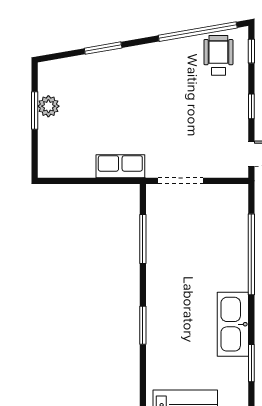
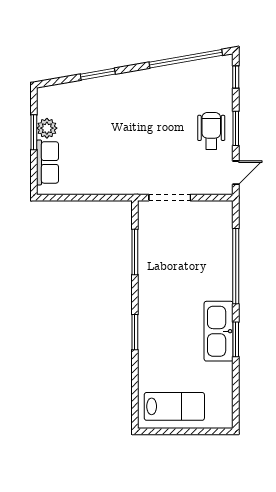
wheelchair: (218, 55) -> (211, 131), moved
window: (251, 106) -> (236, 128), width x1.50
row of seats: (120, 166) -> (48, 162), moved, turned 90
window: (251, 363) -> (236, 339), moved

